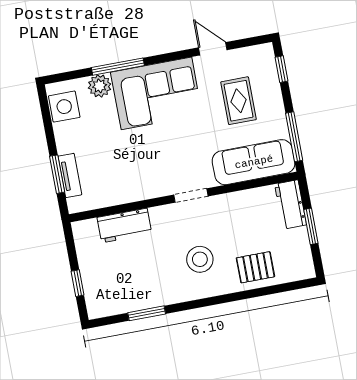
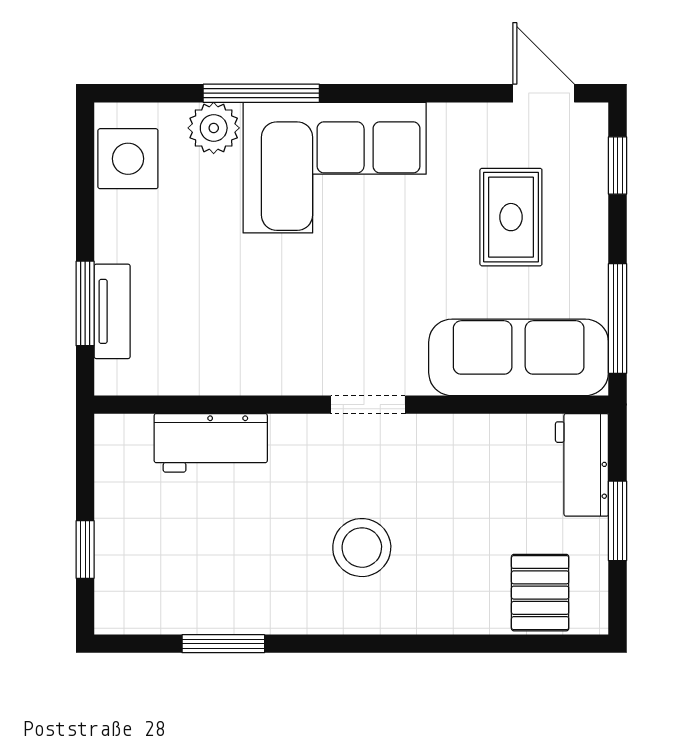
door: (213, 49) -> (544, 93), moved
pallet: (255, 267) -> (540, 593), moved, turned 90

